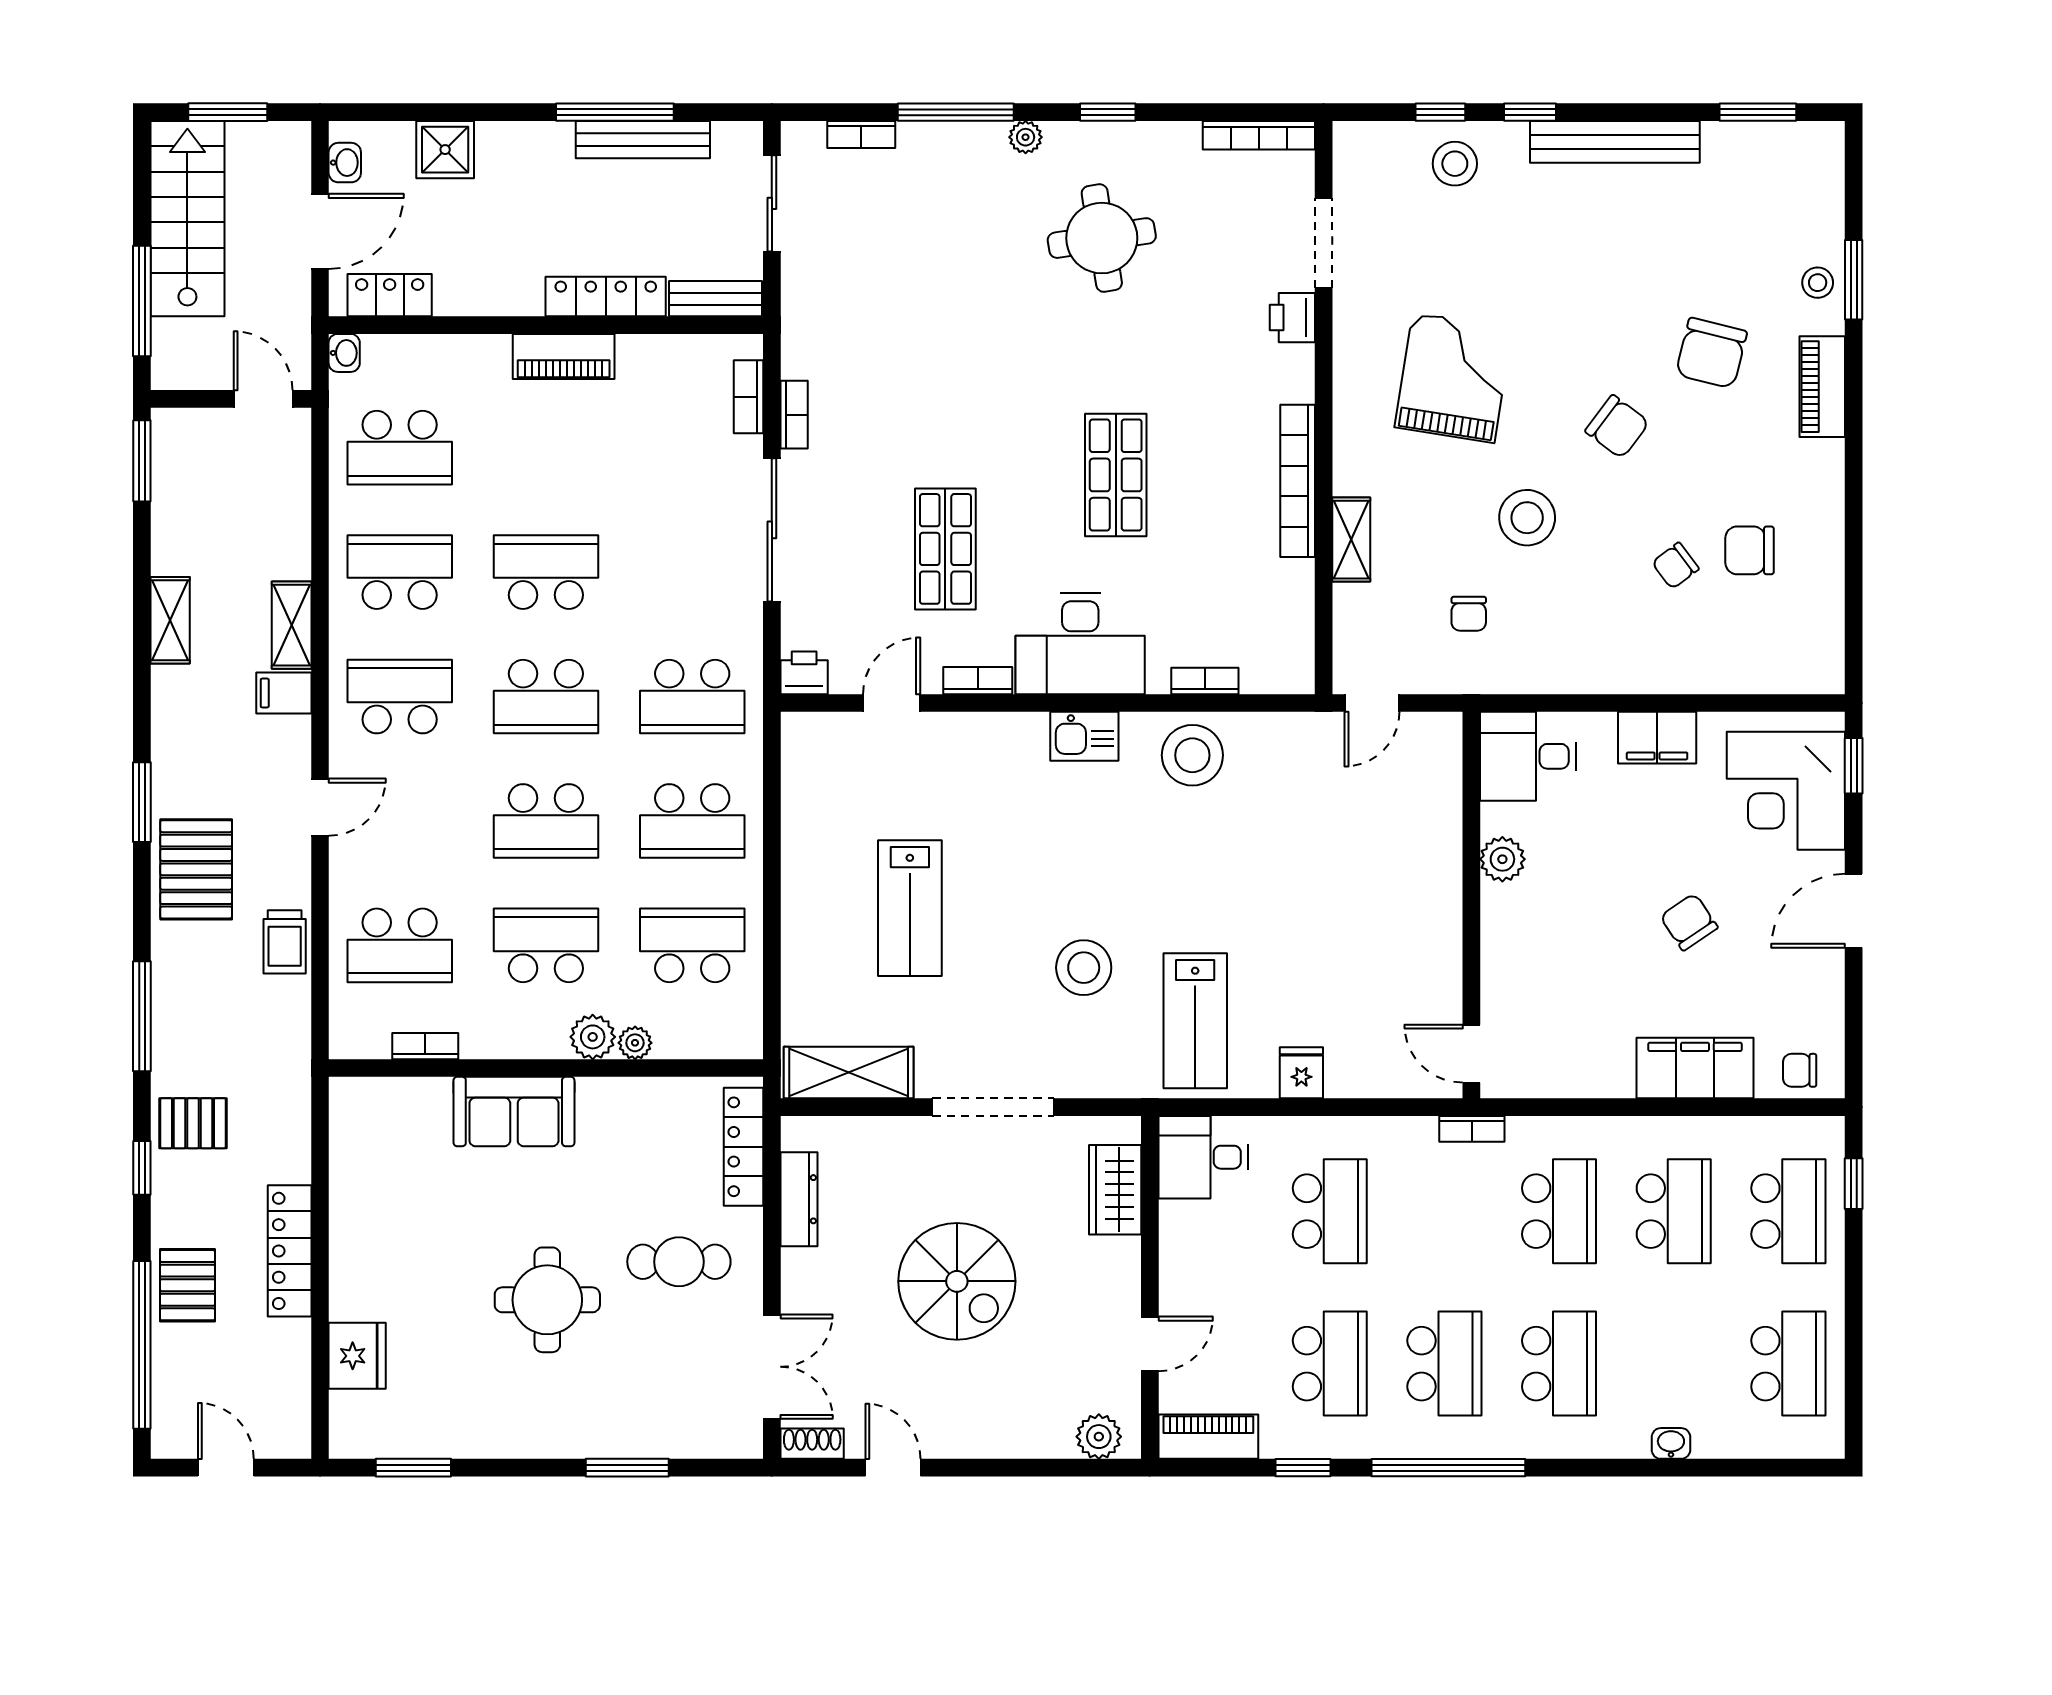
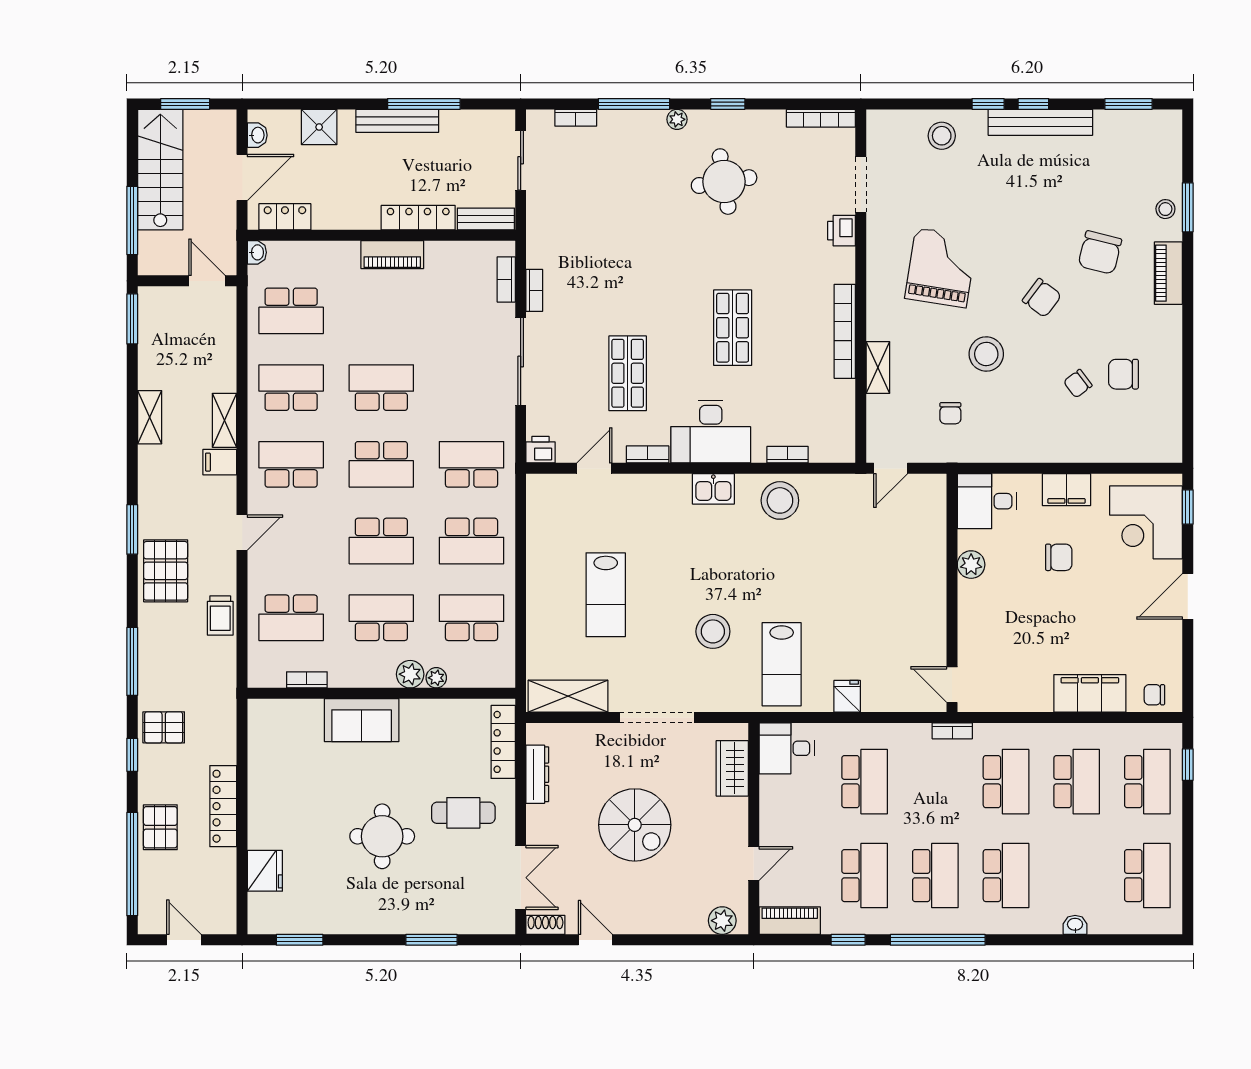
window: (1440, 112) -> (1033, 104), moved
bench: (643, 140) -> (397, 121), moved
school desk: (692, 697) -> (472, 464), turned 180
chair: (1689, 922) -> (1059, 557), moved, turned 124

